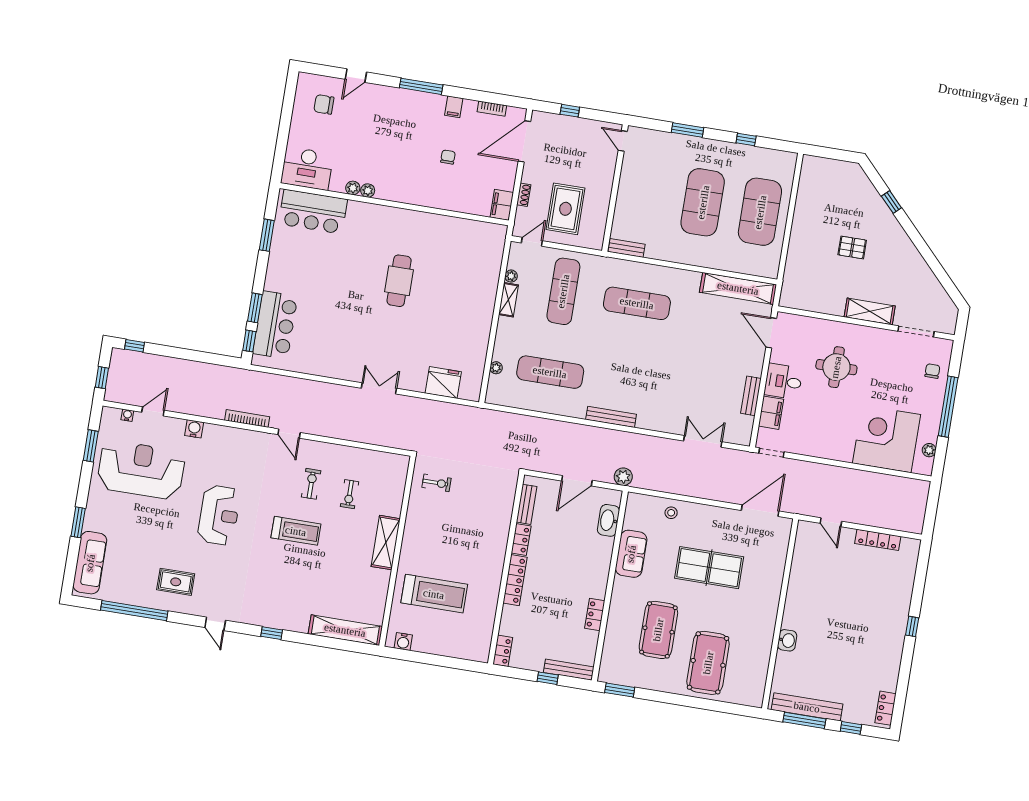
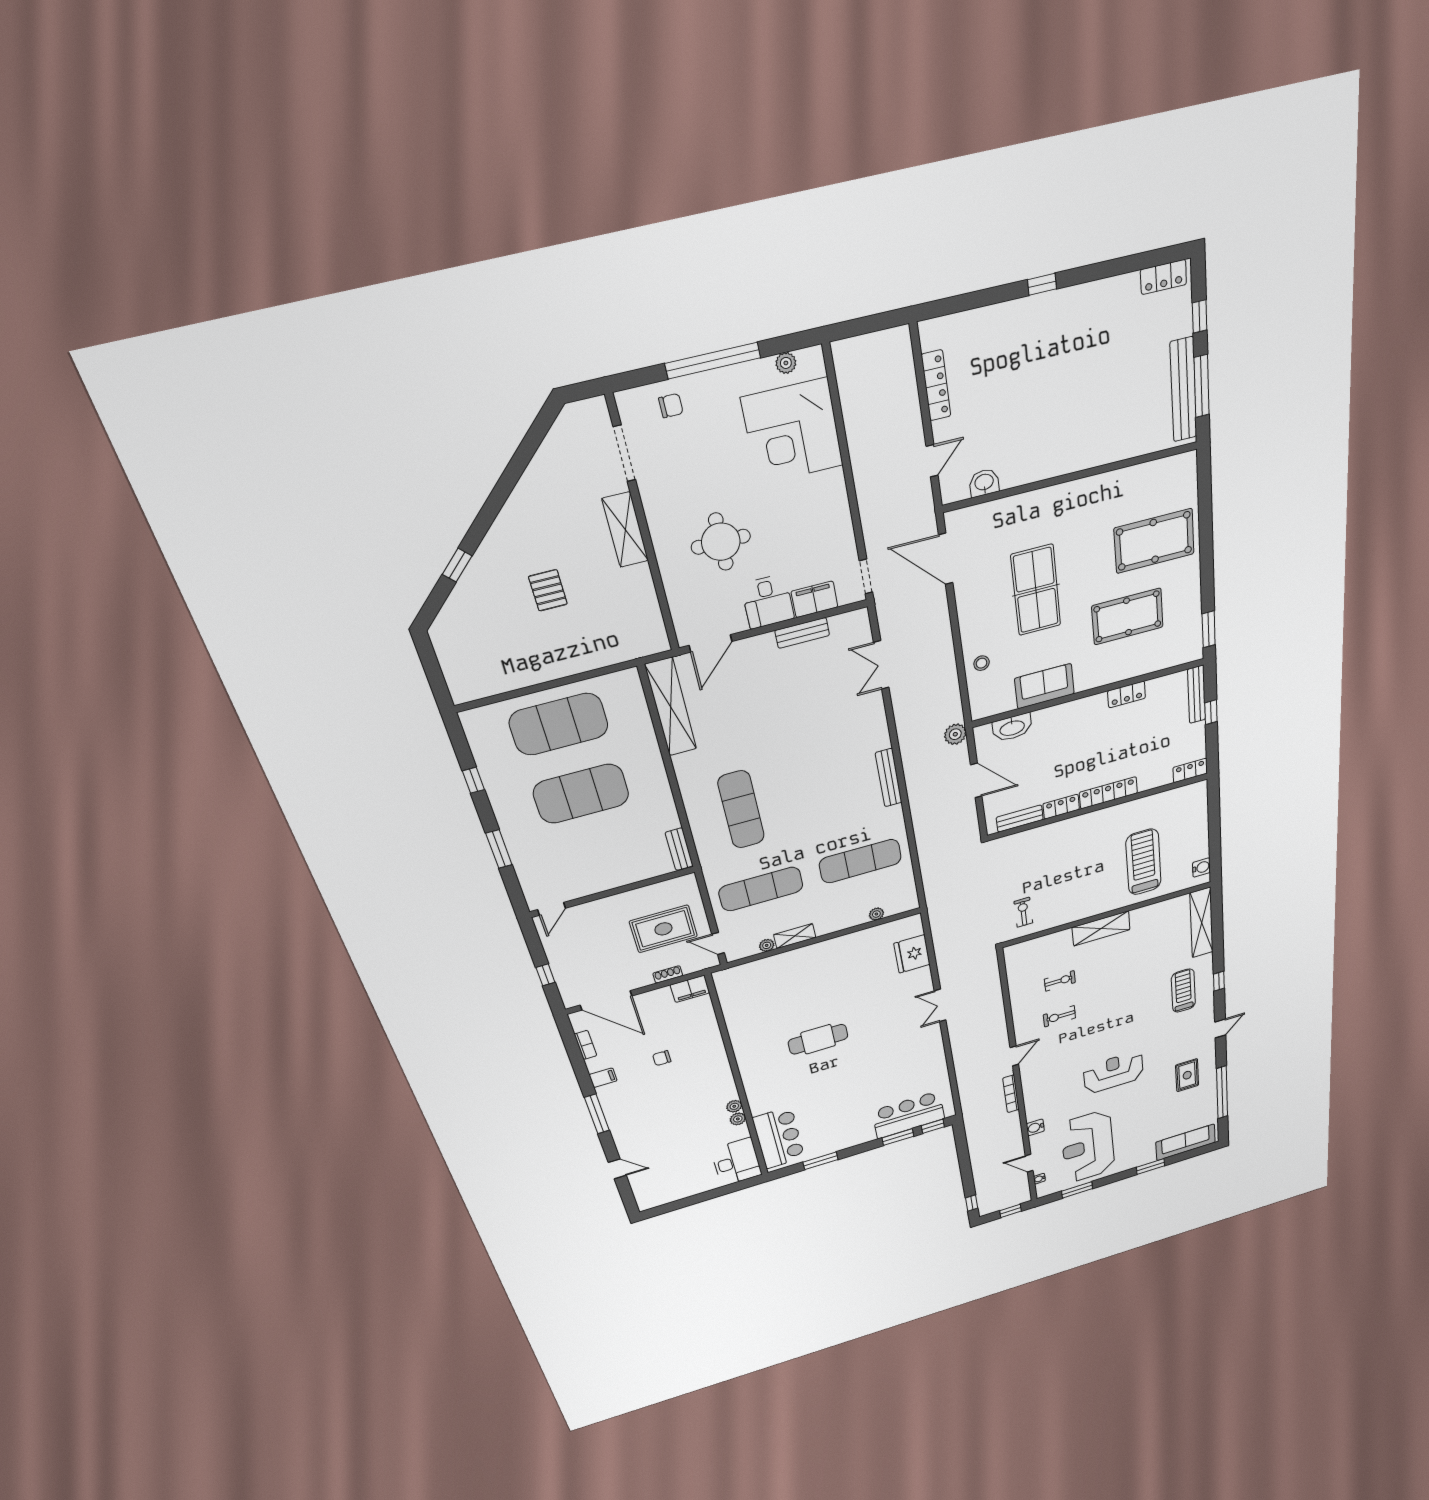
chair: (324, 104) -> (662, 1179), removed
chair: (932, 371) -> (671, 406), turned 180
exercise mat: (550, 372) -> (860, 861), turned 90
treadmill: (296, 531) -> (1183, 991), moved
washbasin: (787, 640) -> (984, 483), moved

